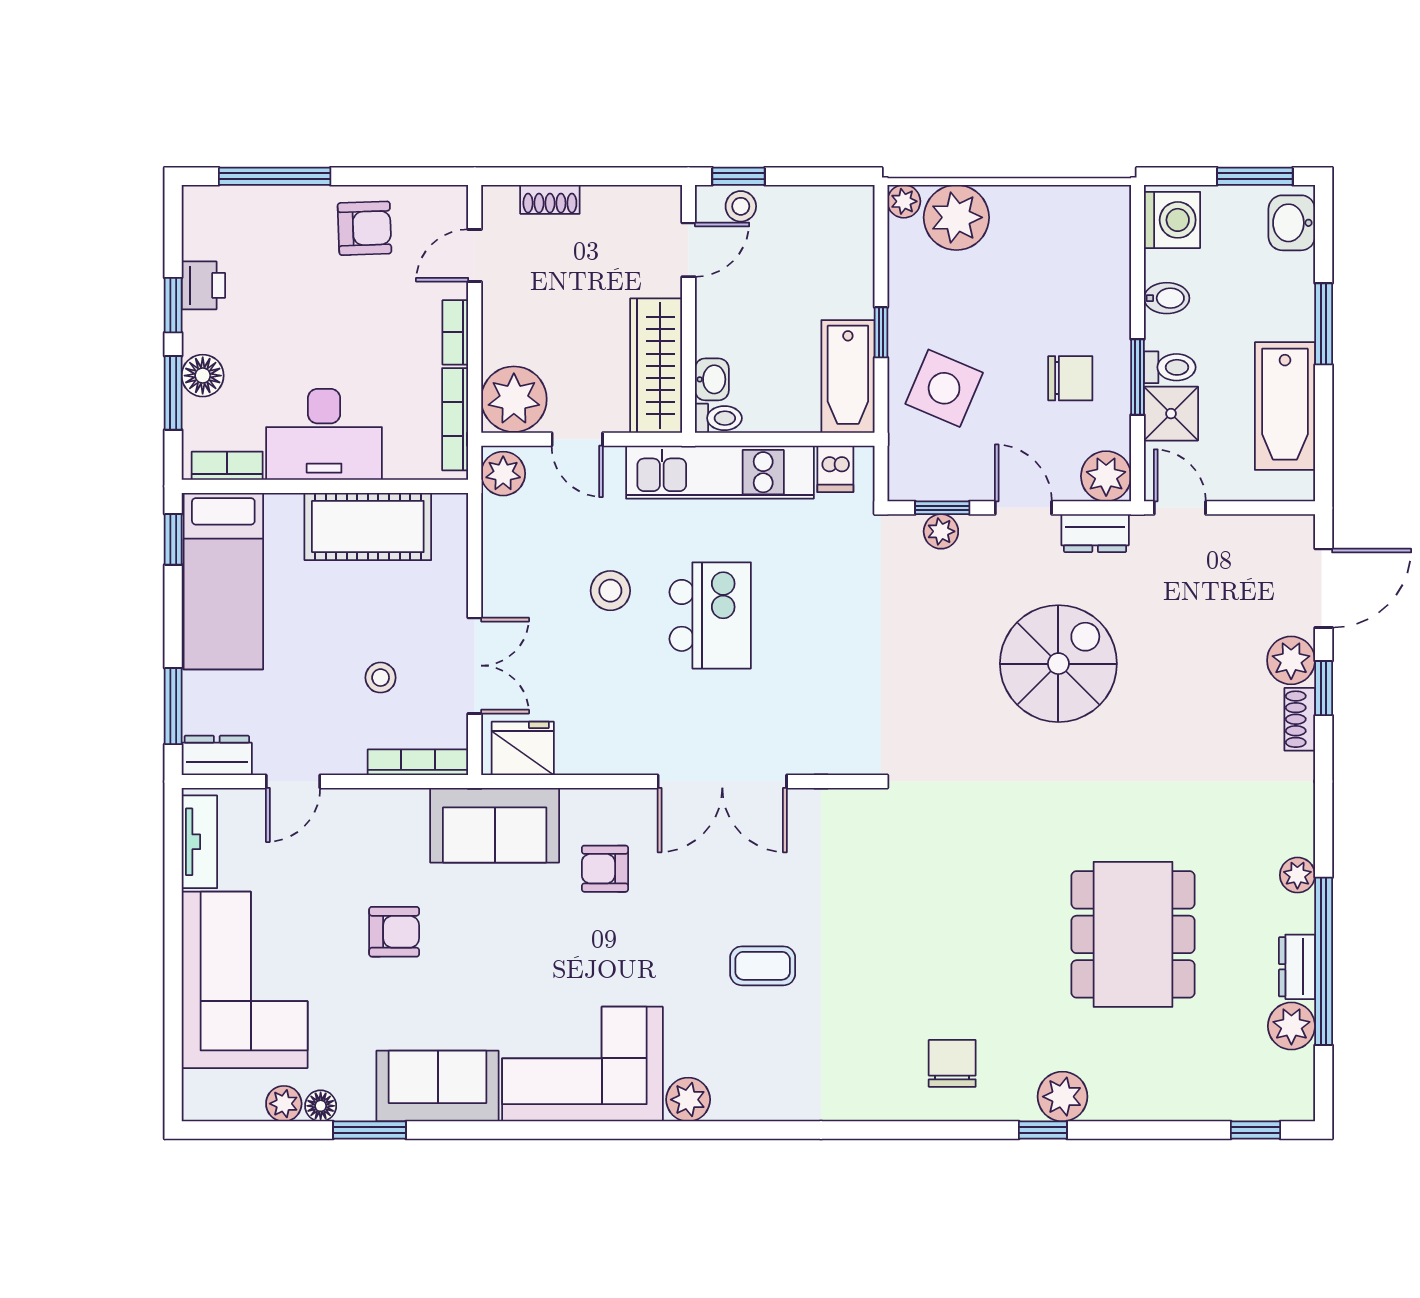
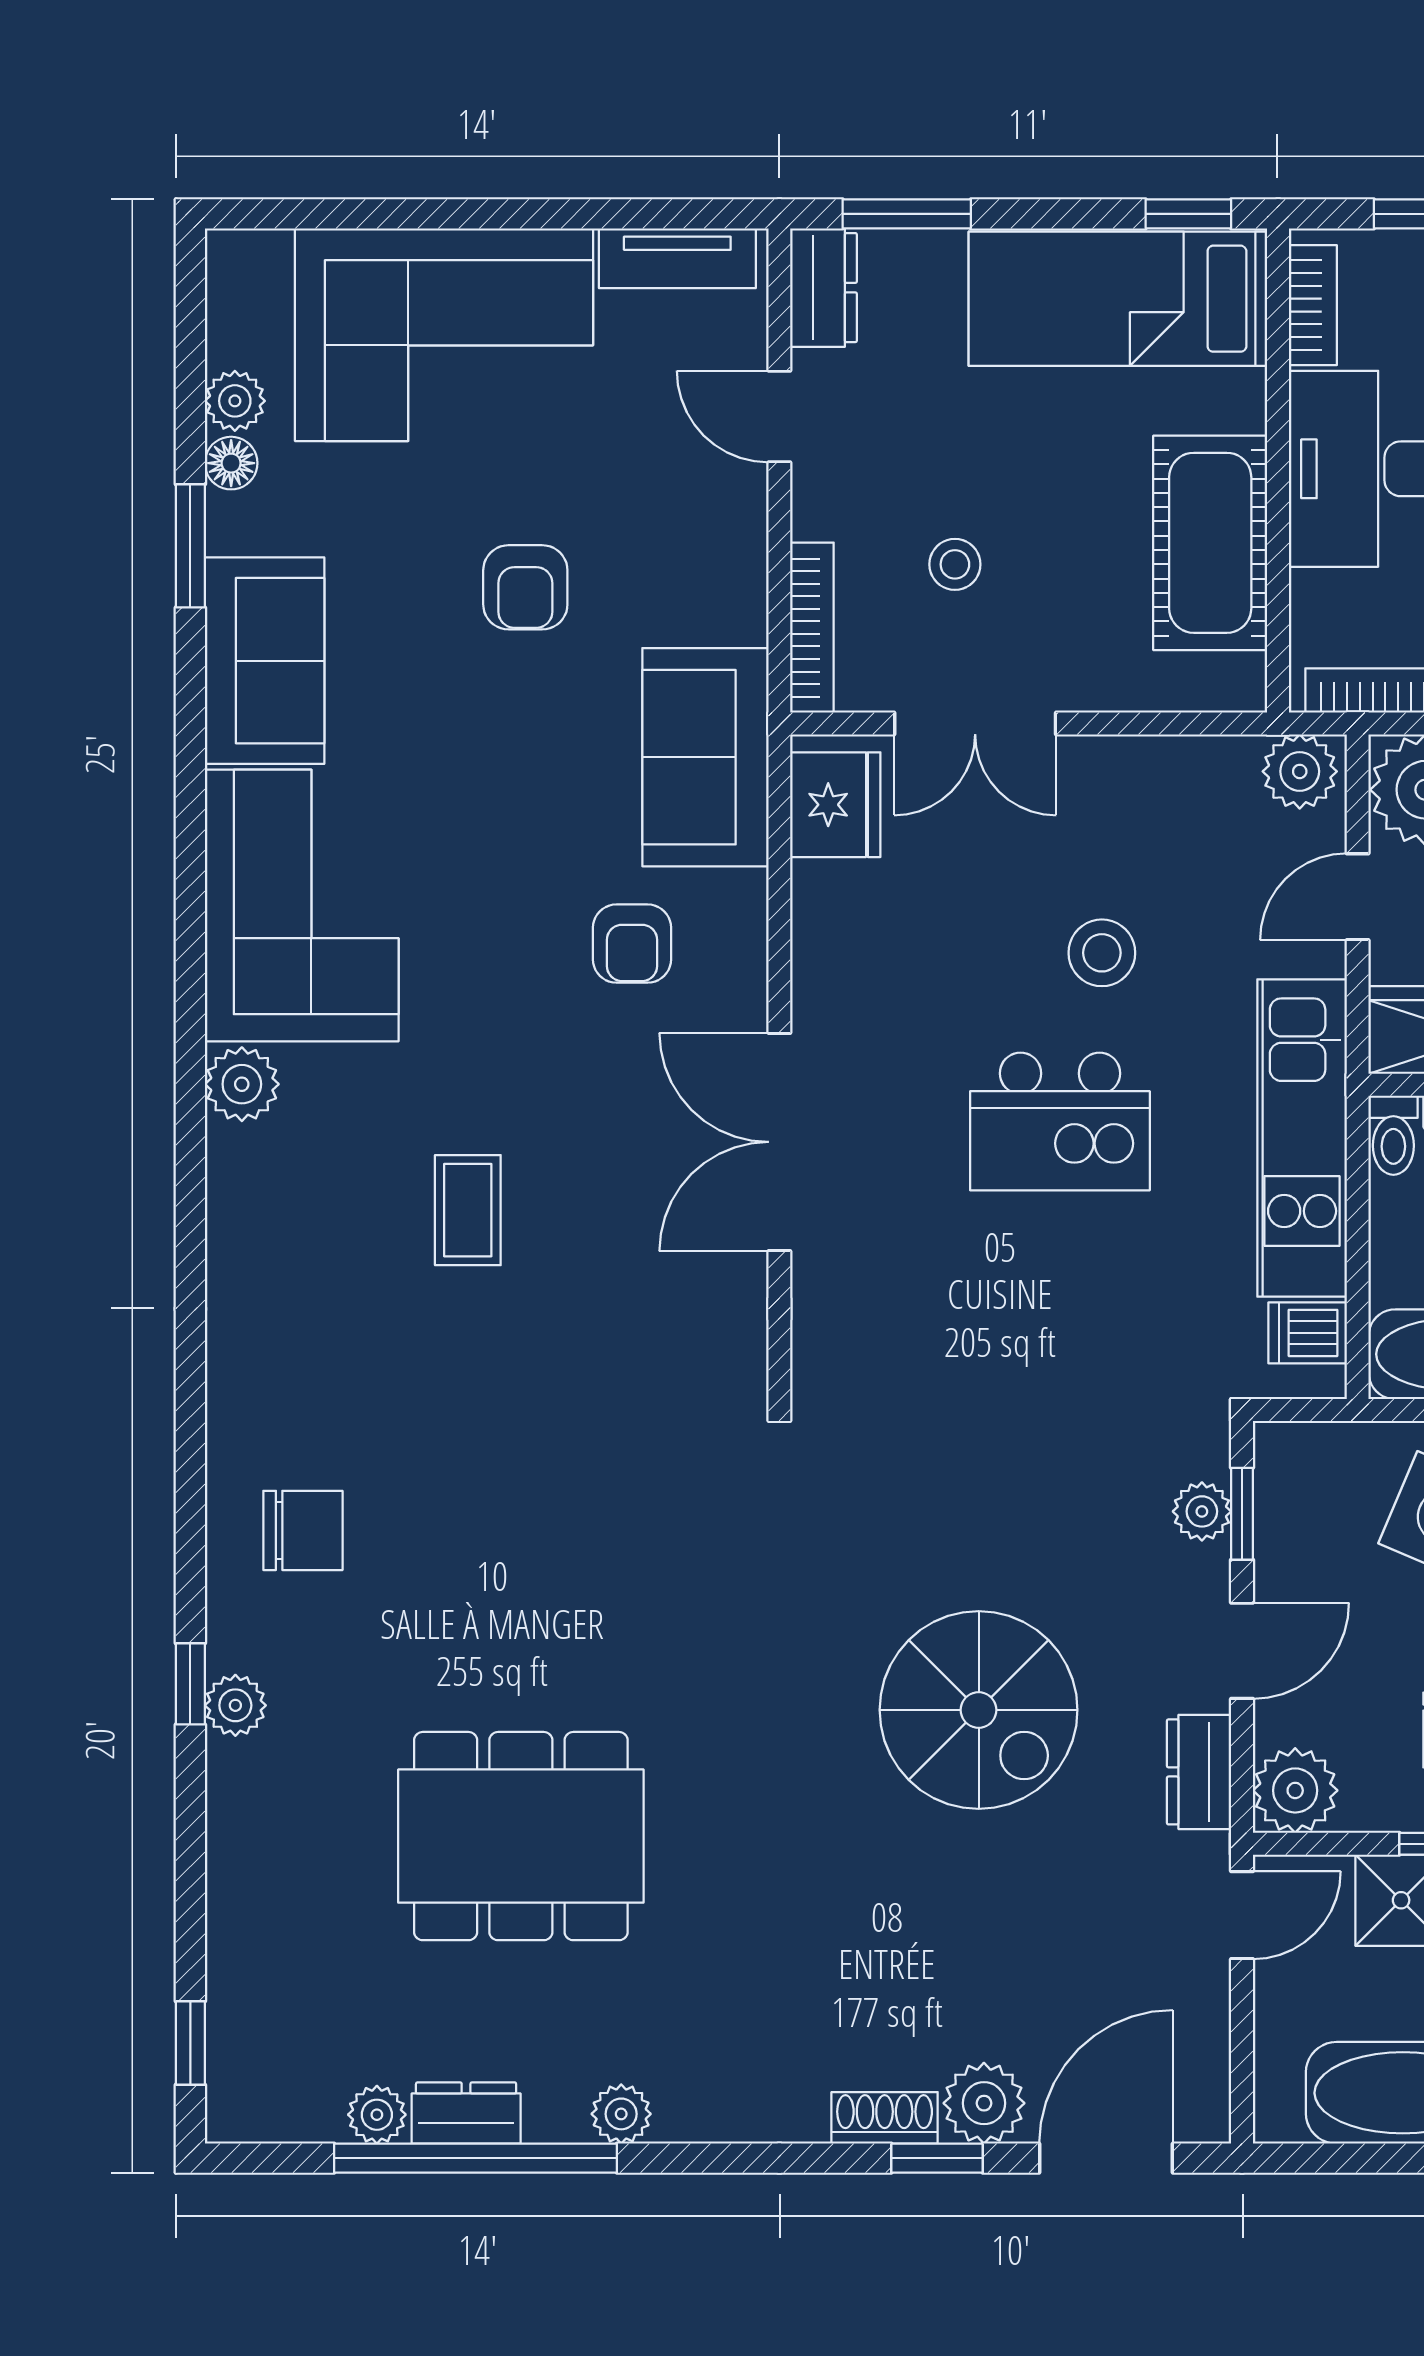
door: (1324, 588) -> (1106, 2158), swing flipped
armchair: (605, 869) -> (632, 944), turned 180
plant: (1291, 1026) -> (377, 2115), width x0.73, depth x0.73
plant: (1062, 1097) -> (235, 1705), width x0.73, depth x0.73

